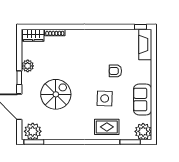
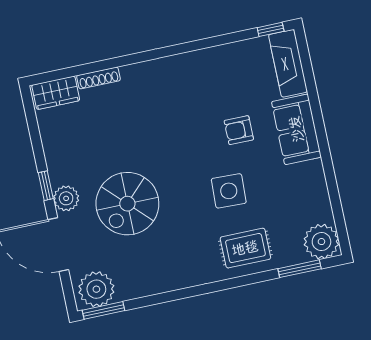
plant: (28, 66) -> (66, 198), moved
spiral stairs: (56, 94) -> (127, 204), turned 180
sofa: (143, 100) -> (296, 129), moved

